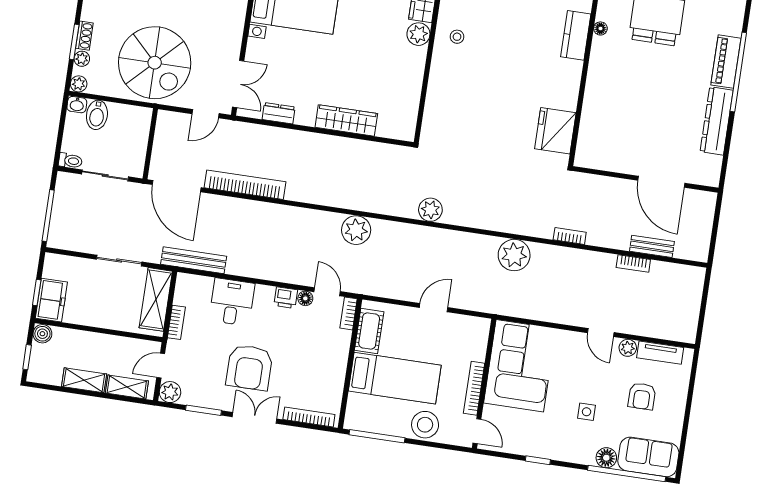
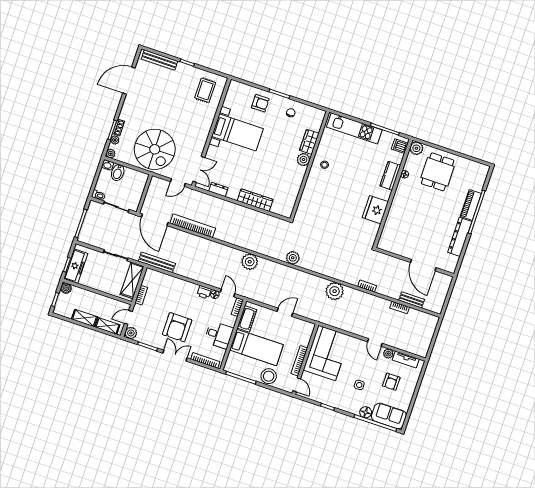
fridge: (555, 131) -> (375, 210), moved
freezer: (51, 300) -> (76, 266), width x1.40
desk: (232, 302) -> (219, 335), moved, turned 90

